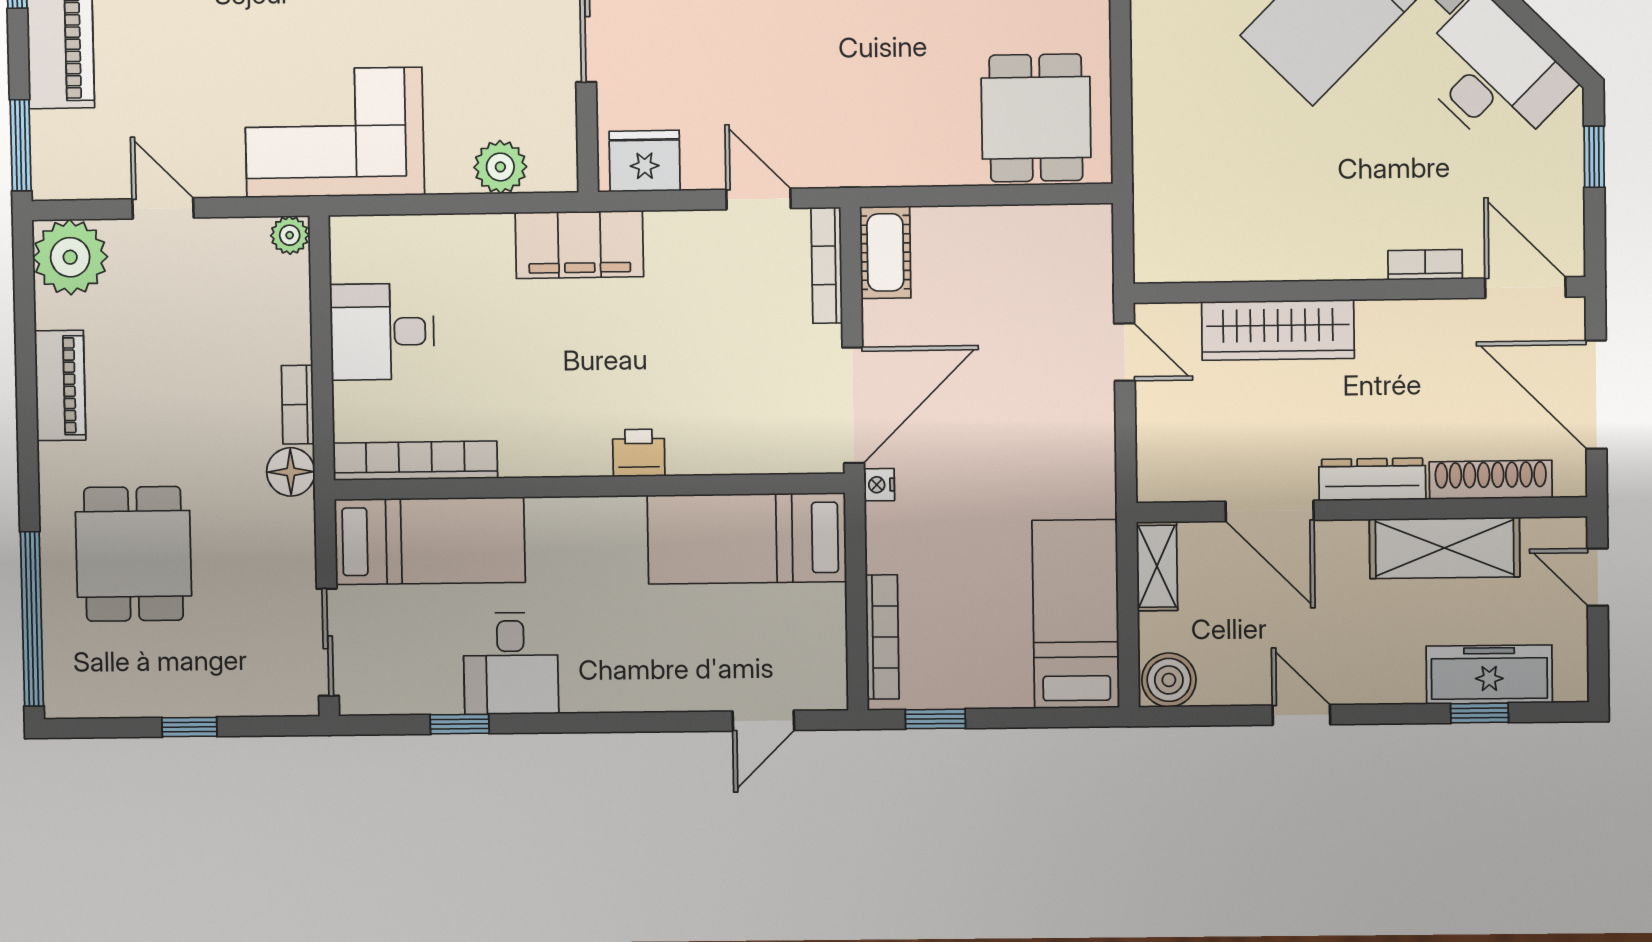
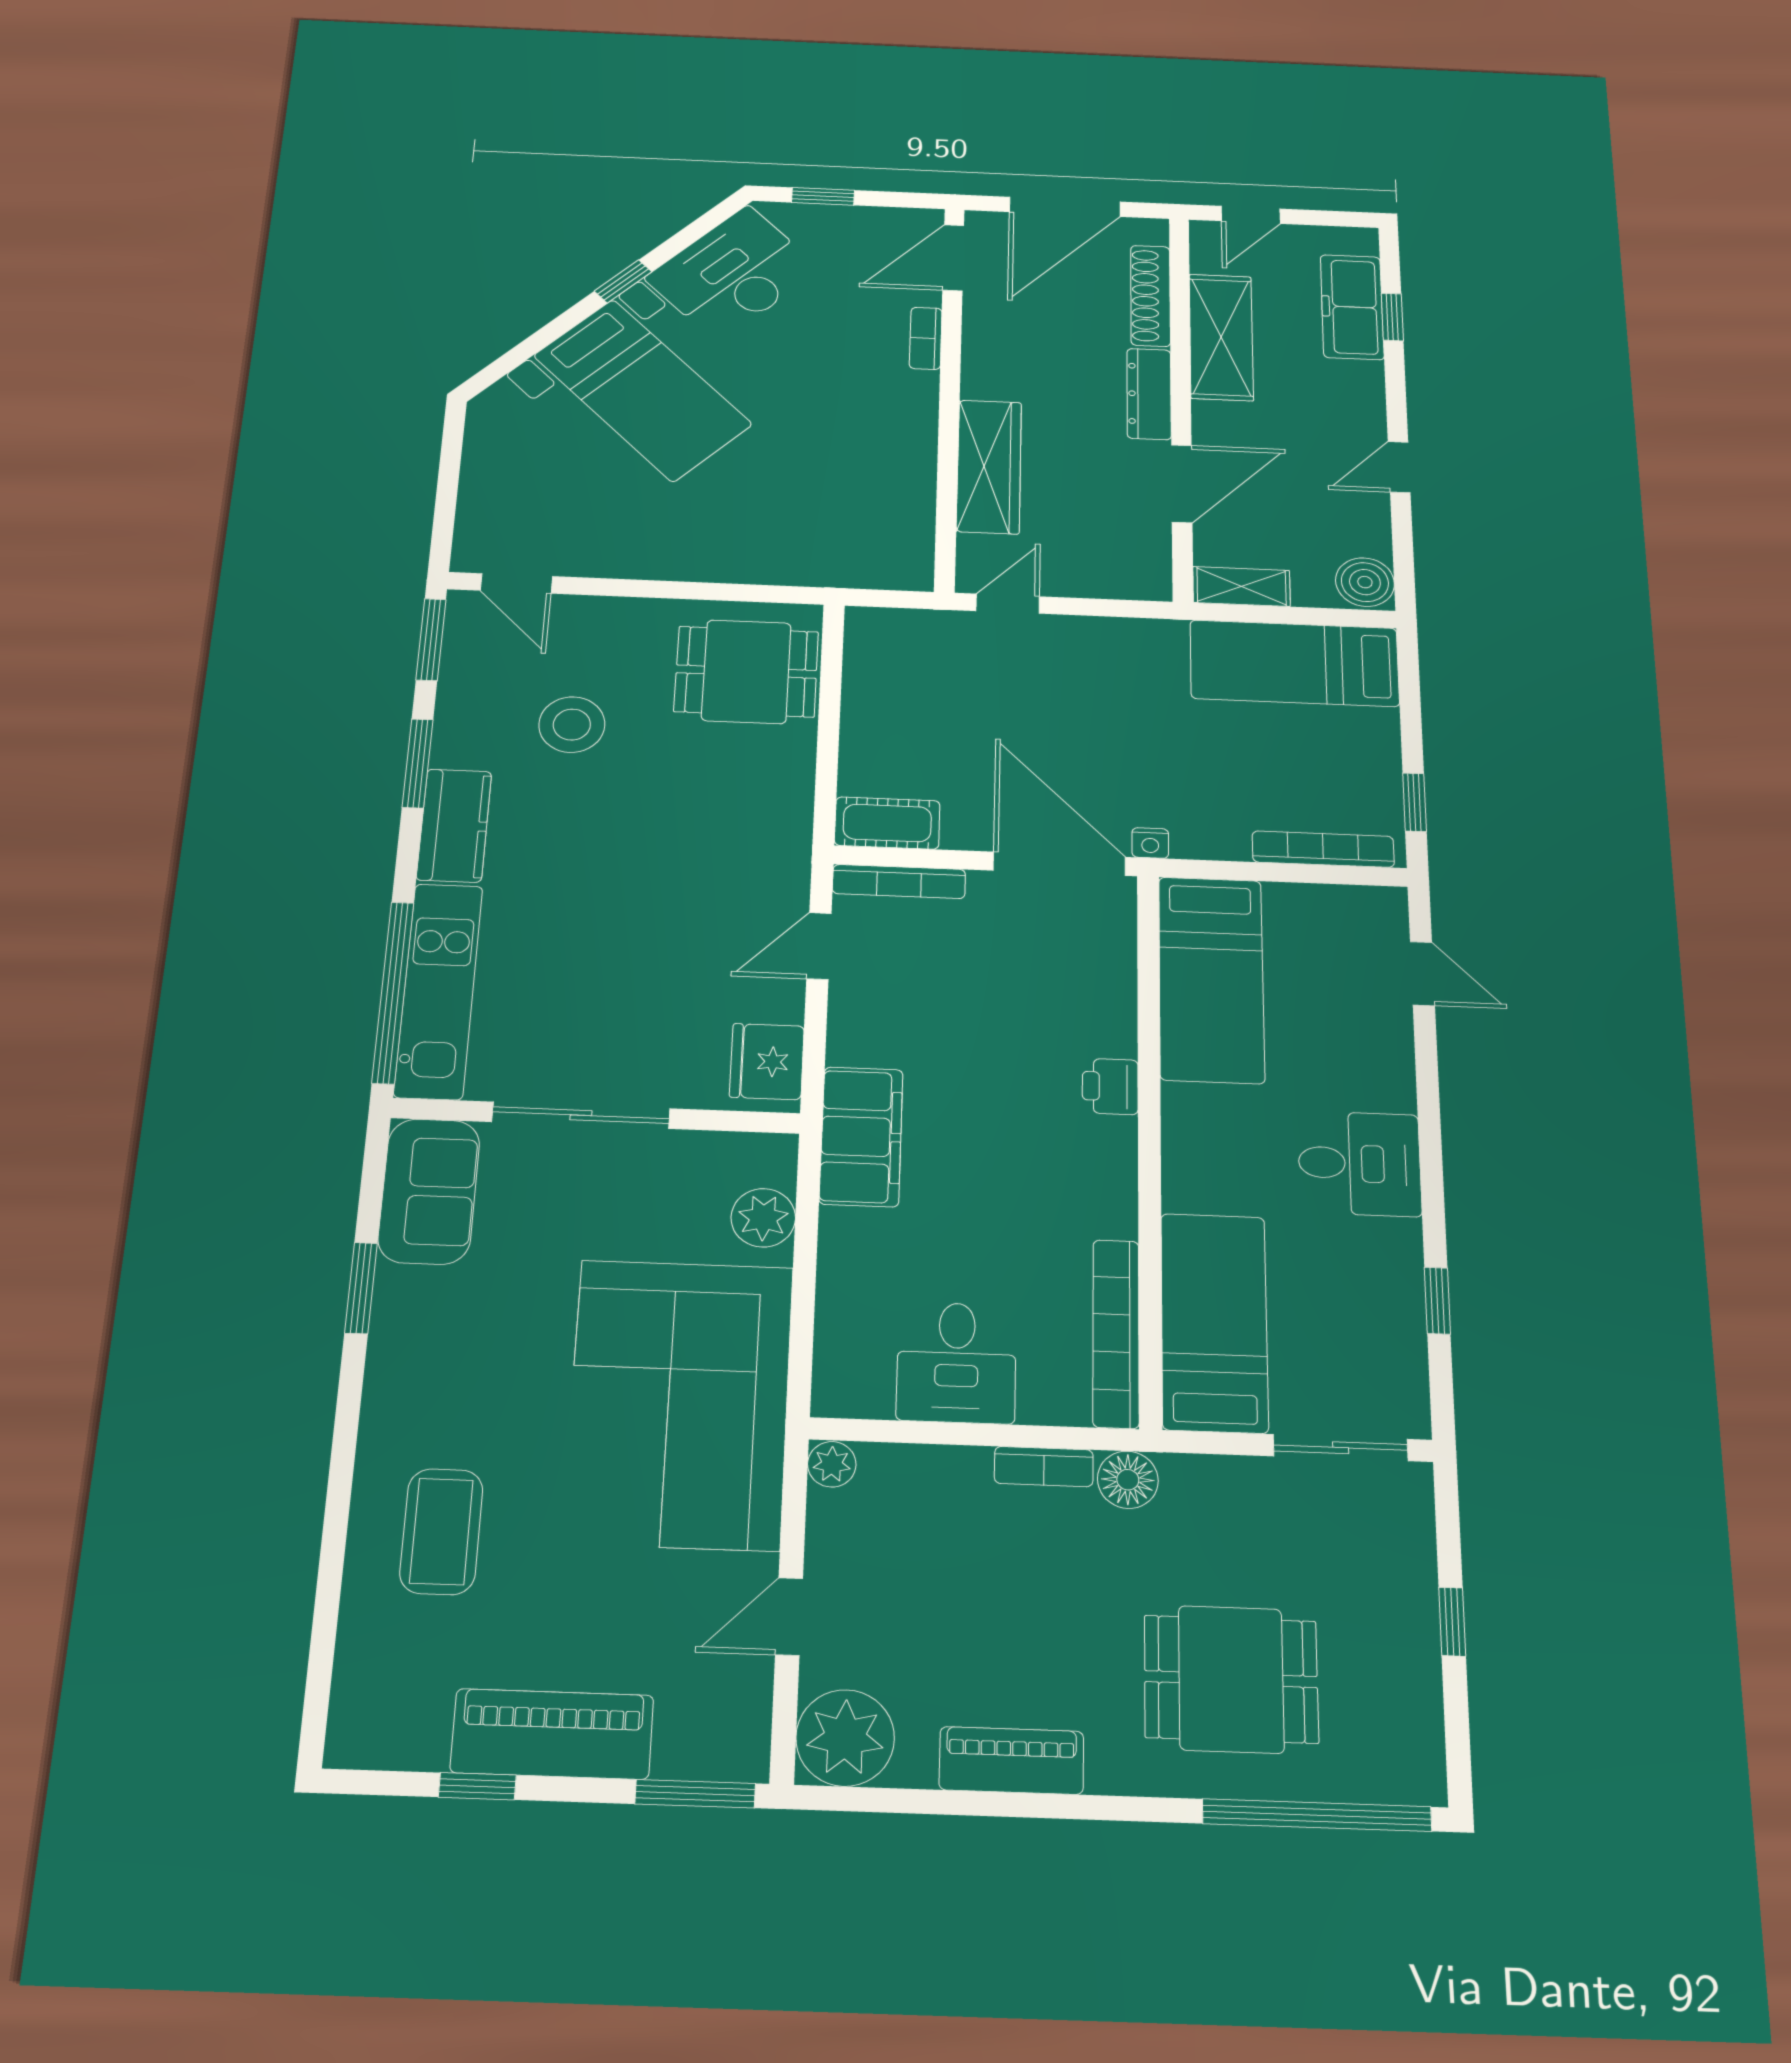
corner sofa: (334, 132) -> (679, 1403), width x1.36, depth x1.36
desk: (511, 663) -> (1359, 1164), moved

